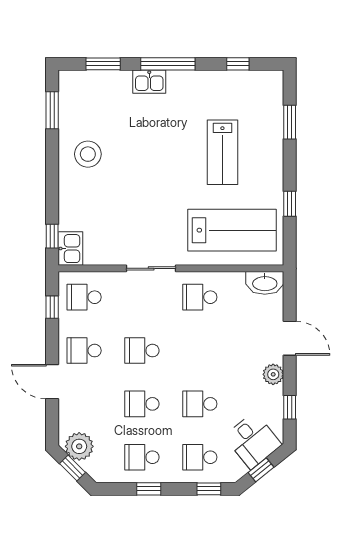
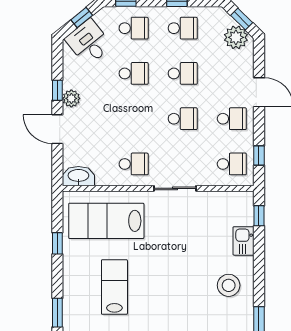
kitchen sink: (70, 249) -> (243, 241), moved
window: (290, 407) -> (57, 90), moved

